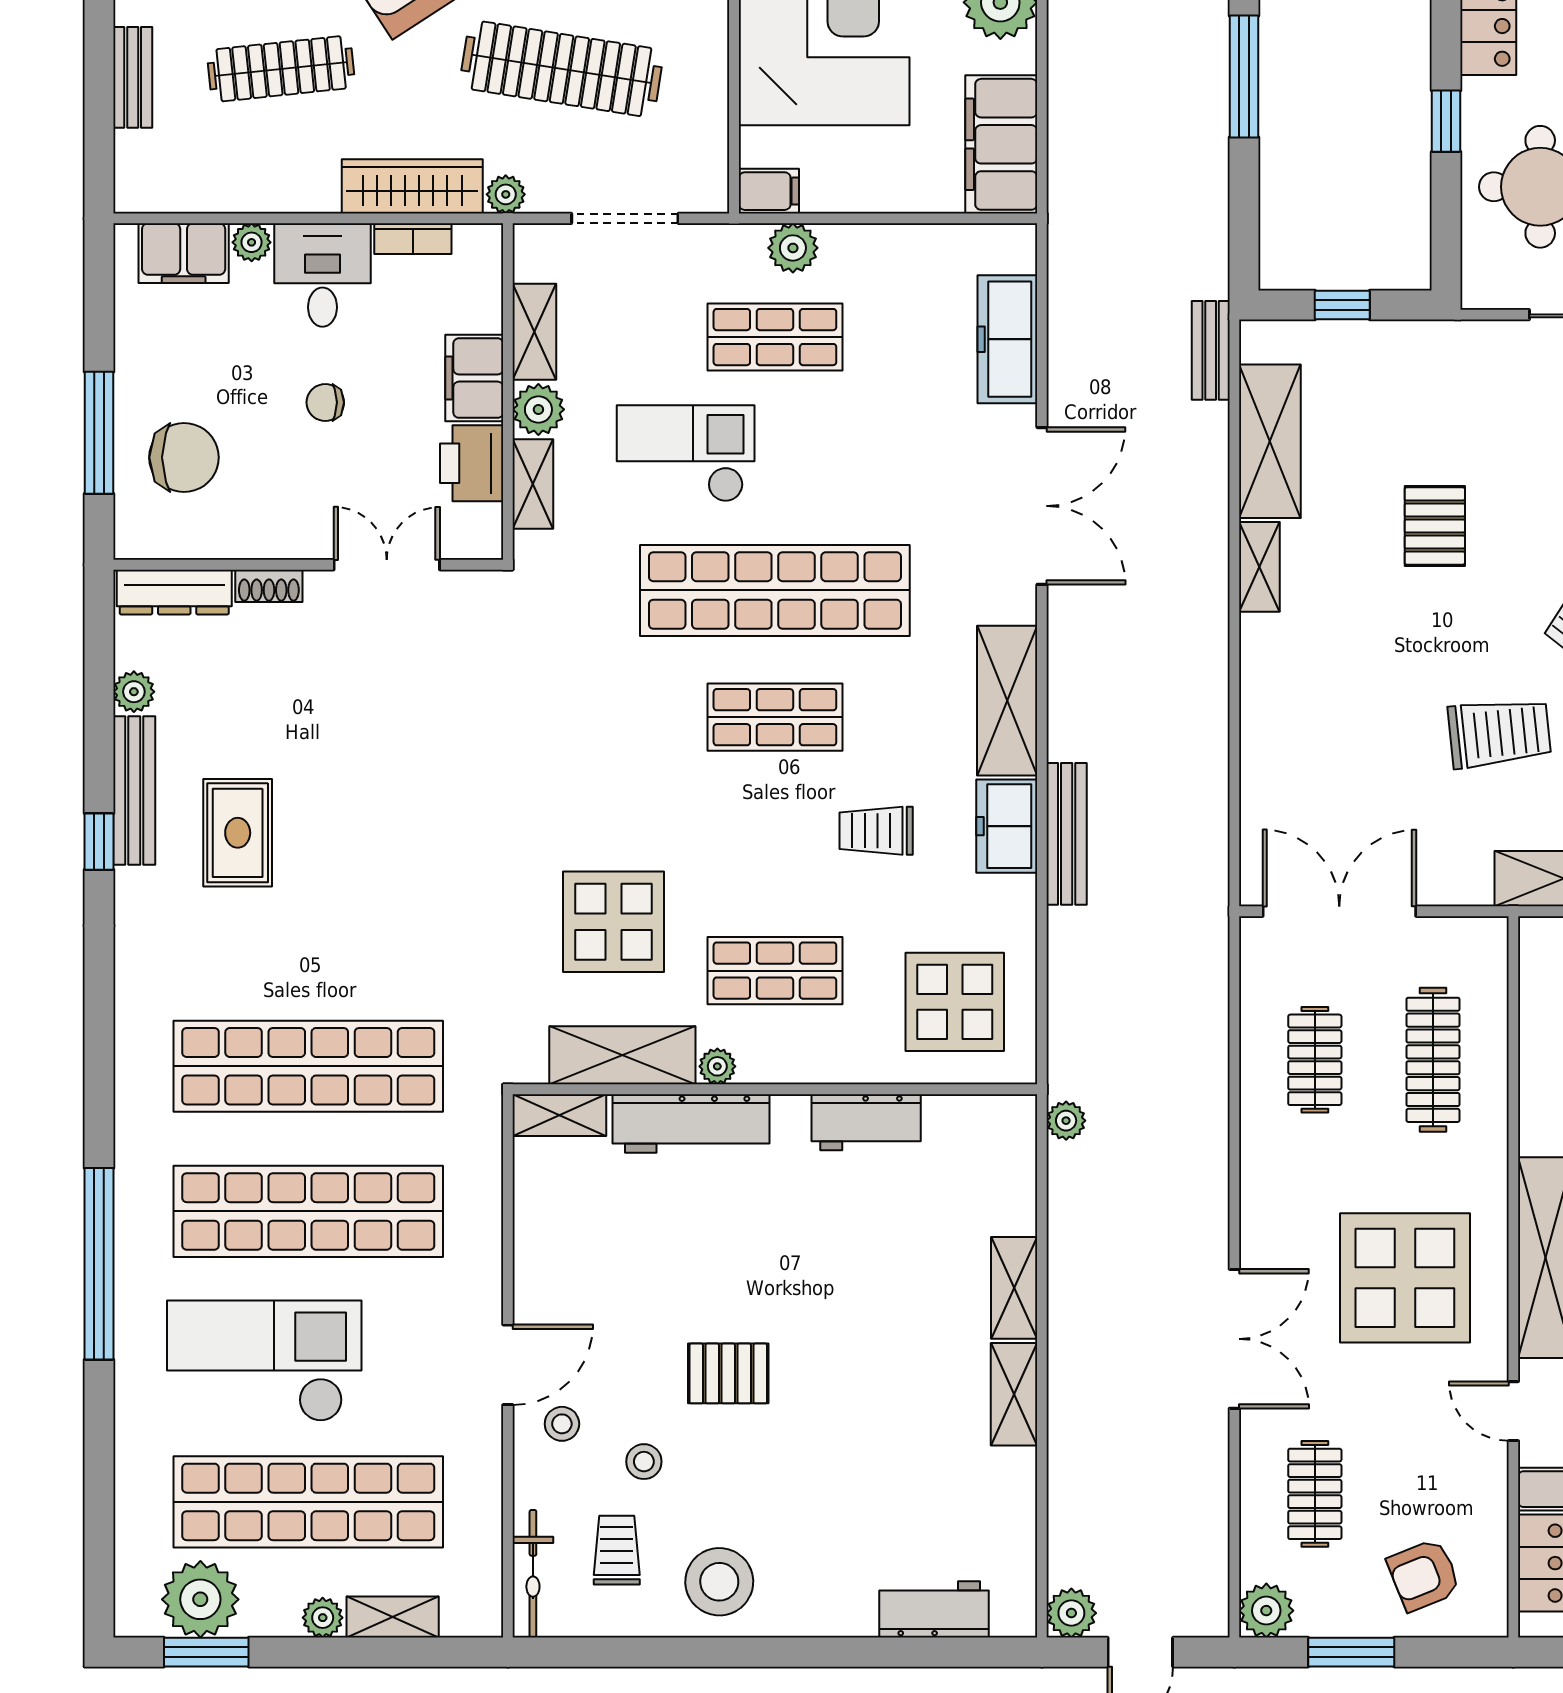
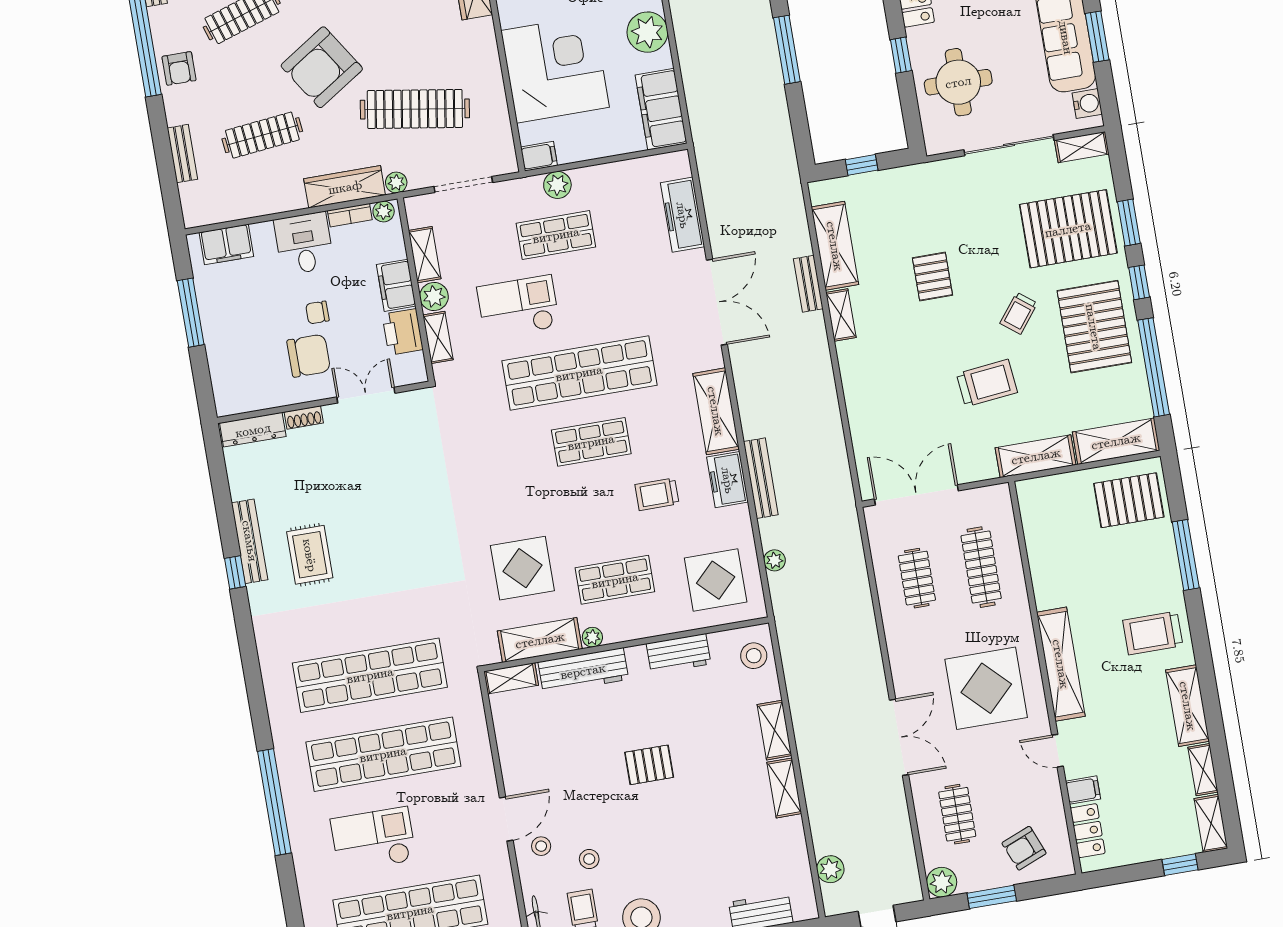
plant: (252, 242) -> (384, 211), moved
bench: (1211, 350) -> (808, 284), moved
window: (99, 433) -> (191, 313), moved
chair: (184, 457) -> (309, 356), moved
plant: (134, 692) -> (240, 488), removed
plant: (1066, 1121) -> (775, 560), moved
stool: (1000, 1149) -> (754, 656), added
checkout: (264, 1361) -> (373, 840), width x0.73, depth x0.83
pallet: (728, 1373) -> (649, 765), moved
plant: (1071, 1613) -> (830, 869), moved

